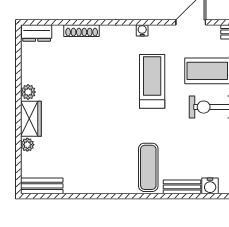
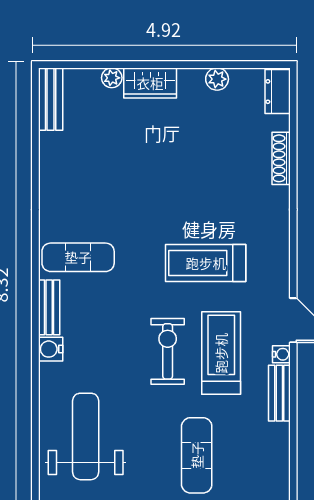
water cooler: (142, 30) -> (281, 354), moved
treadmill: (152, 81) -> (206, 263), turned 180
plant: (28, 92) -> (217, 79), moved

